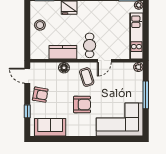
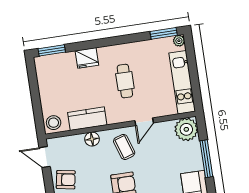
stool: (40, 25) -> (54, 123), moved
cafe table: (90, 45) -> (125, 81), moved
plant: (138, 67) -> (186, 129), width x1.88, depth x1.88

